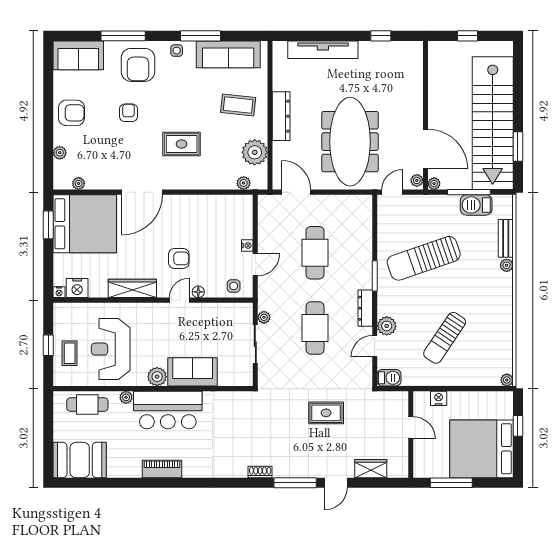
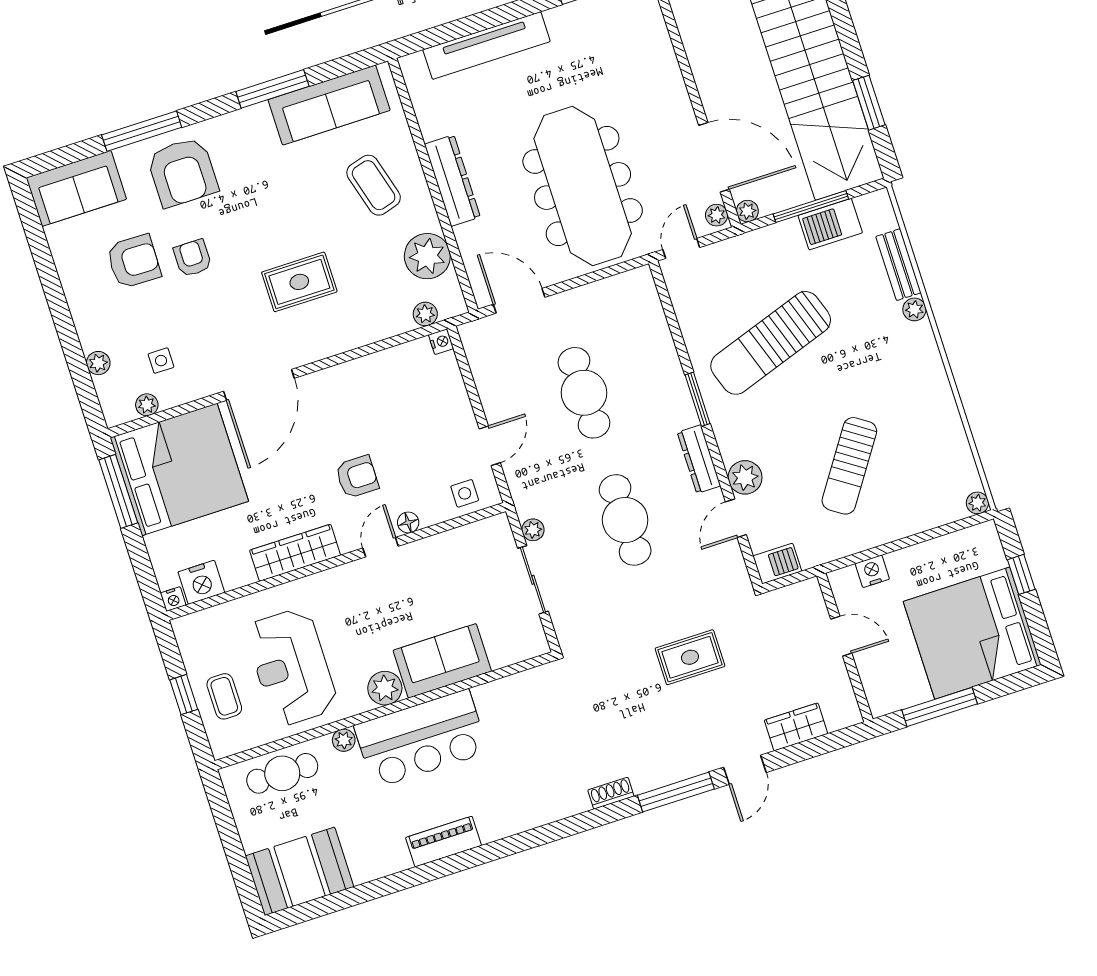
side table: (177, 51) -> (161, 361), moved
coffee table: (238, 105) -> (374, 185), turned 68
armchair: (72, 113) -> (134, 261), moved
window: (48, 225) -> (118, 491), width x1.44
nightstand: (247, 245) -> (441, 342), moved

